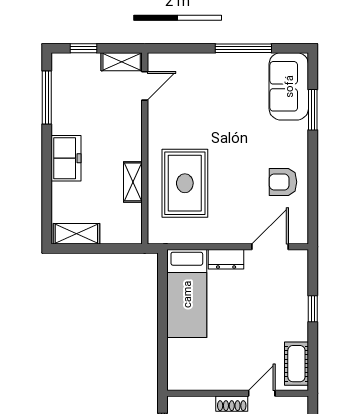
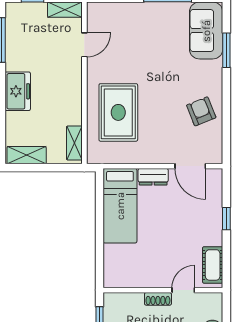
door: (145, 86) -> (84, 45), moved
shelving: (133, 182) -> (74, 143), moved
armchair: (283, 182) -> (201, 111), turned 68
door: (270, 247) -> (190, 166), swing flipped

